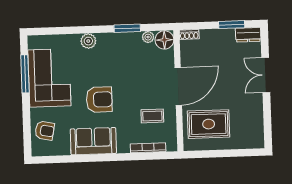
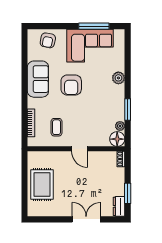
door: (178, 86) -> (80, 149), width x0.53
rug: (209, 124) -> (42, 185), moved

